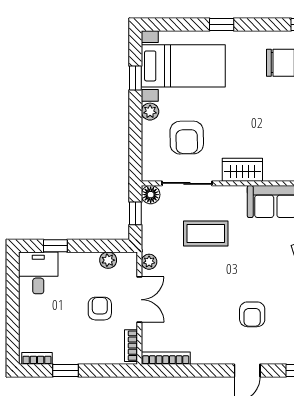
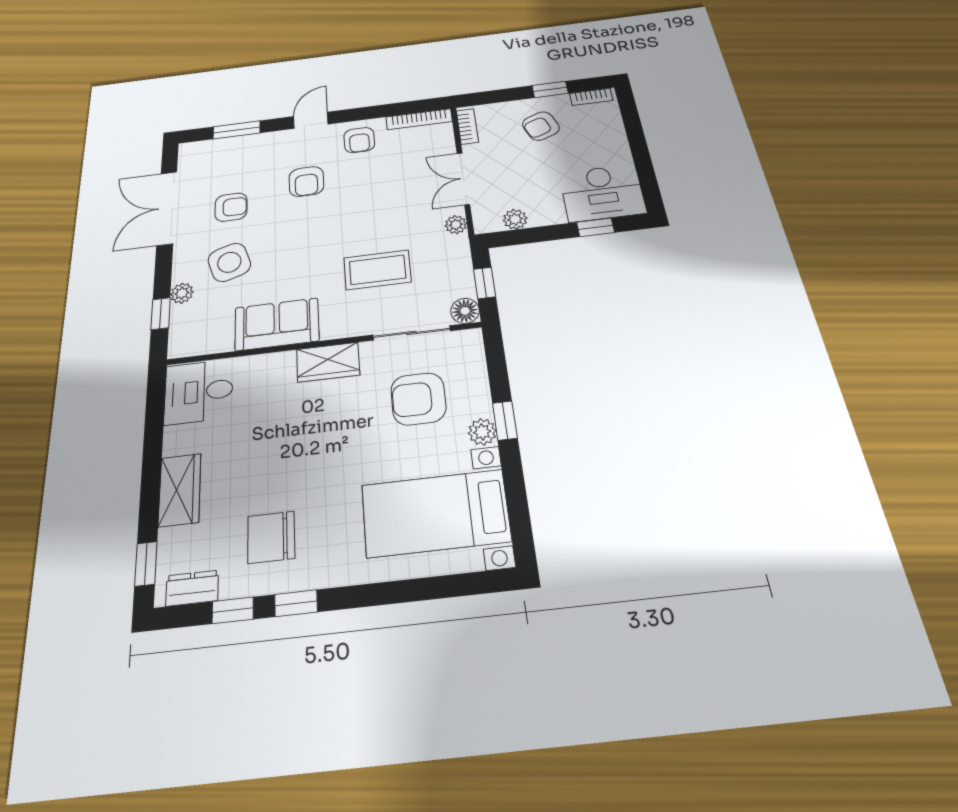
window: (222, 25) -> (296, 603), moved
window: (135, 78) -> (505, 421), moved
armchair: (187, 138) -> (418, 399), turned -89
desk: (38, 273) -> (602, 193), width x1.37
armchair: (100, 309) -> (541, 126), moved, turned 69
armchair: (252, 314) -> (306, 181), turned 180
armchair: (212, 346) -> (359, 140), added

